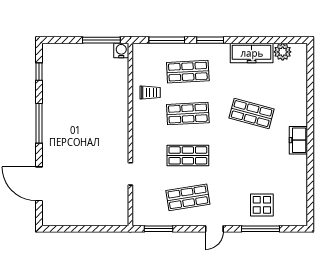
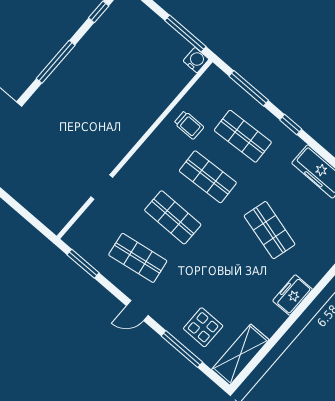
window: (210, 40) -> (291, 124), width x0.67
shelving: (298, 202) -> (240, 355), added

